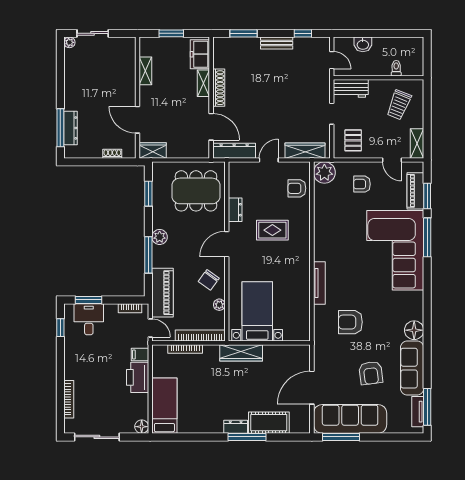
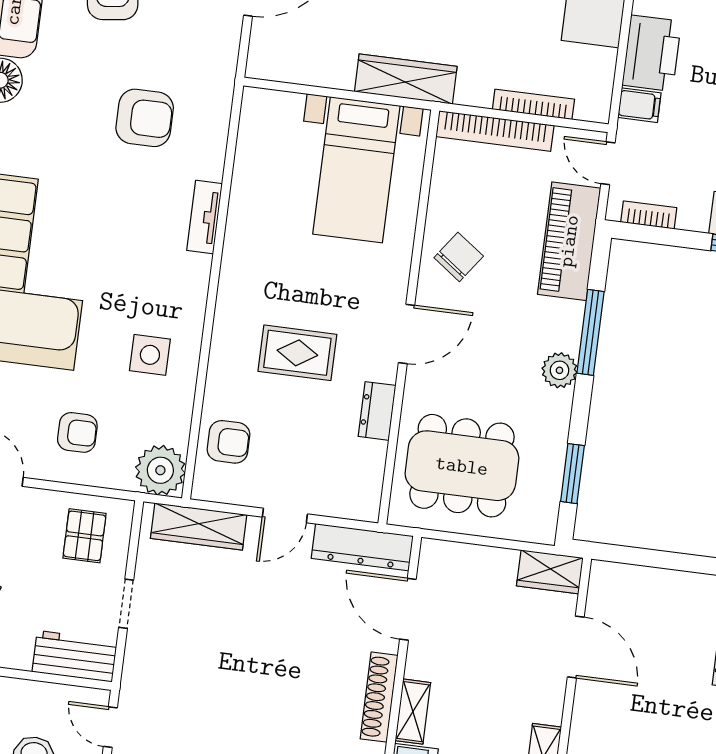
shoe rack: (112, 154) -> (644, 576), removed
side table: (335, 221) -> (150, 355), added
tv unit: (319, 283) -> (205, 217), width x0.71
plant: (219, 305) -> (442, 197), removed

